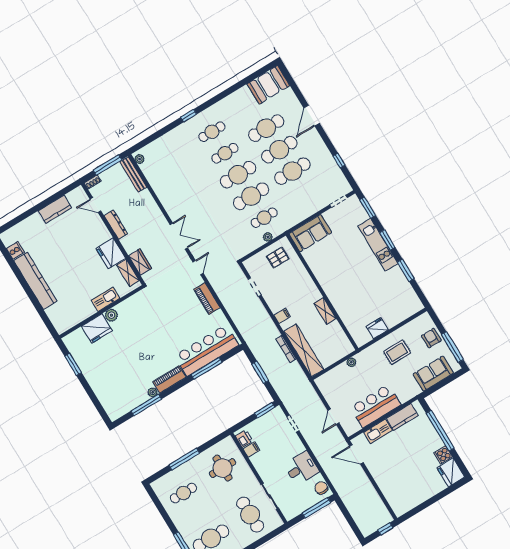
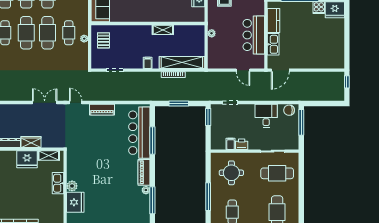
wardrobe: (140, 262) -> (31, 142), moved
printer: (244, 439) -> (242, 144), moved

